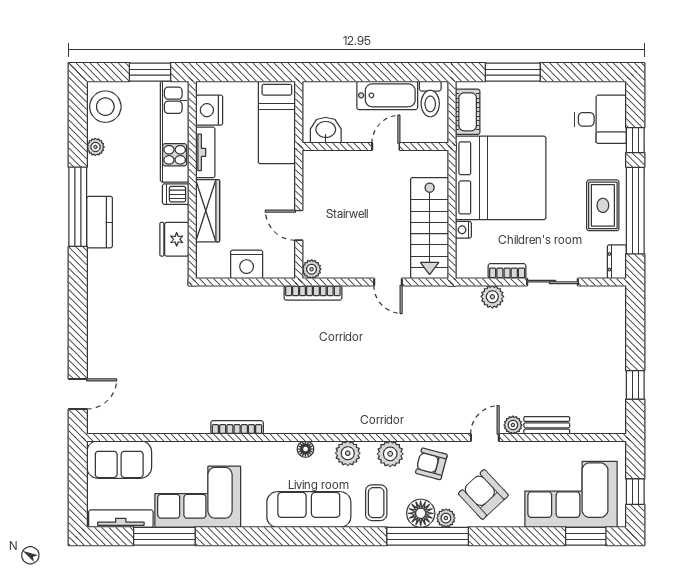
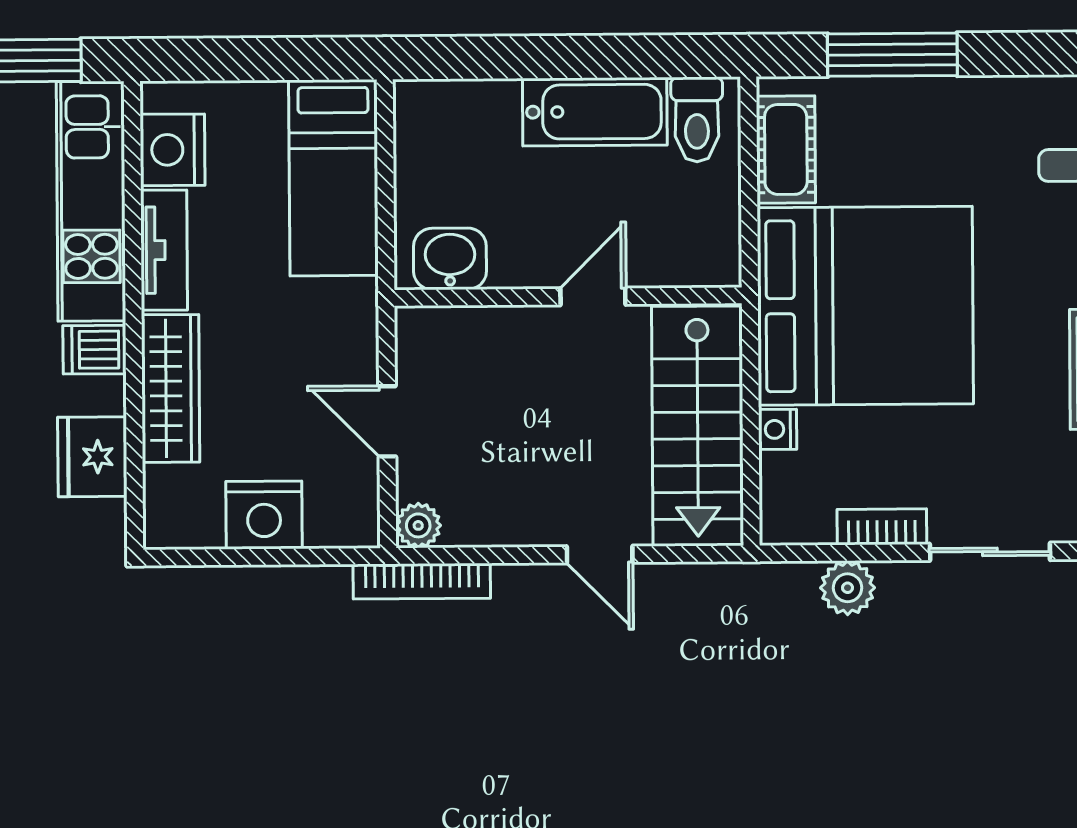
washbasin: (326, 130) -> (450, 259), moved
wall: (375, 147) -> (568, 297), moved
door: (386, 147) -> (593, 296), moved

